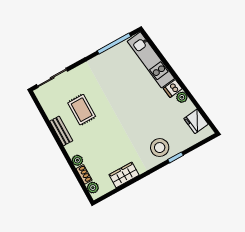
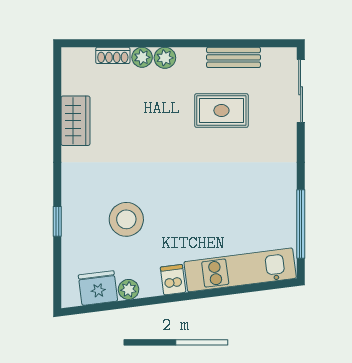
plant: (182, 97) -> (129, 289), moved
bench: (61, 131) -> (234, 57), moved
stool: (160, 148) -> (126, 219), moved
plant: (93, 188) -> (165, 58), moved

